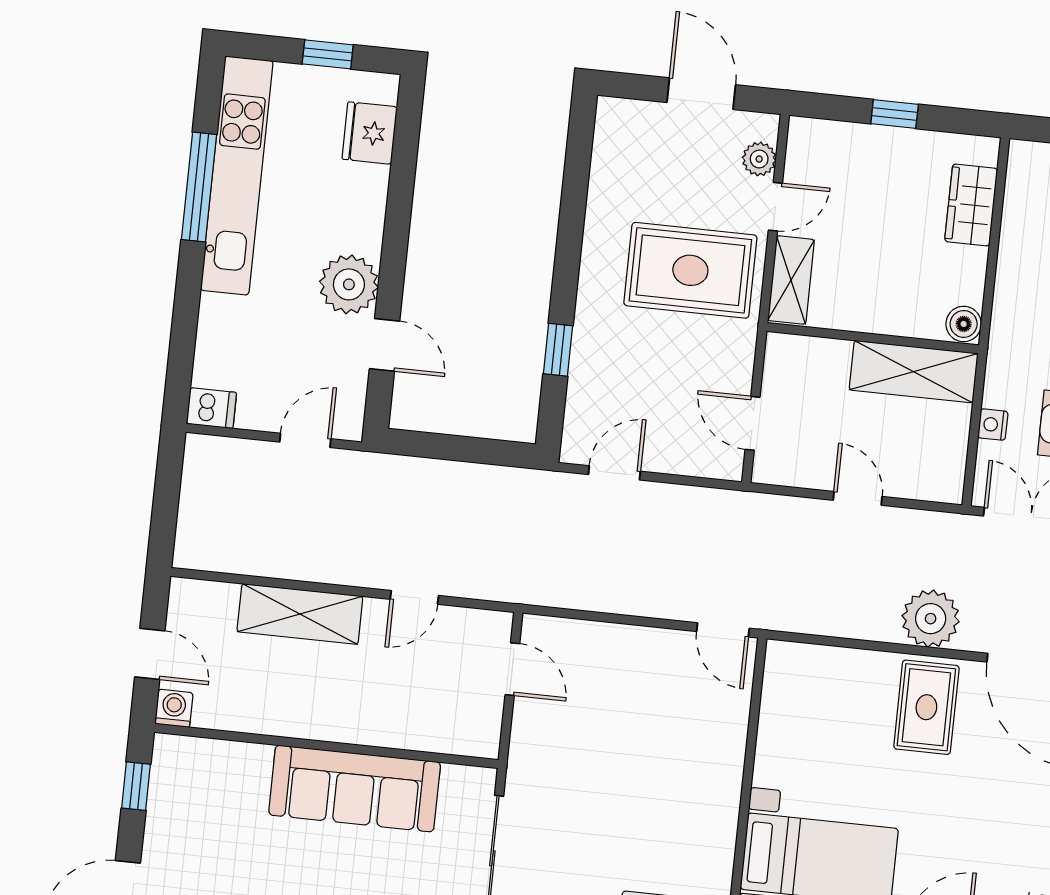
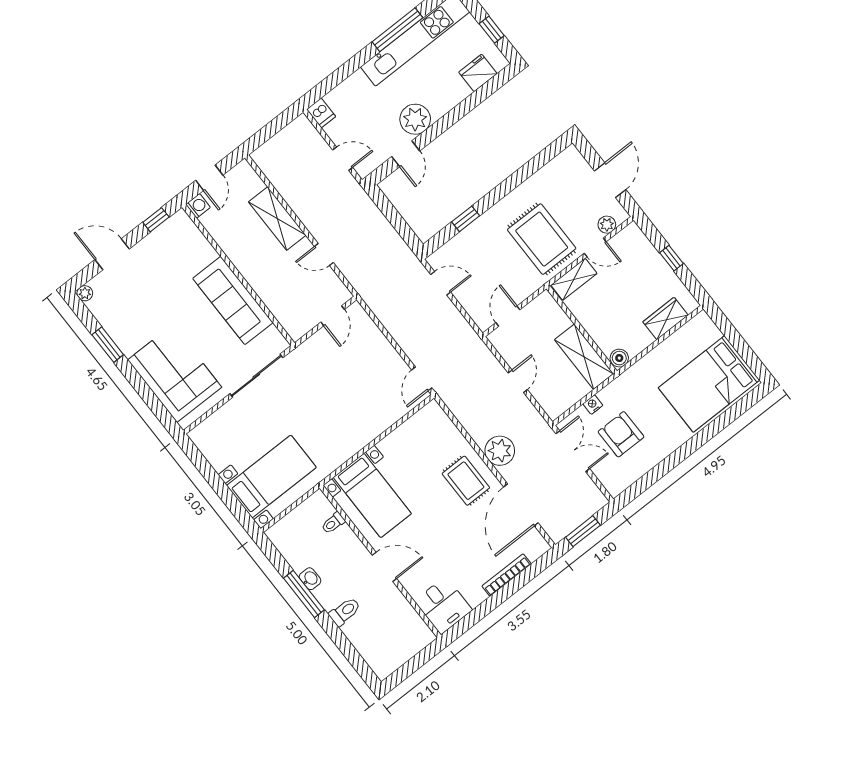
rug: (926, 707) -> (466, 481), turned 90

